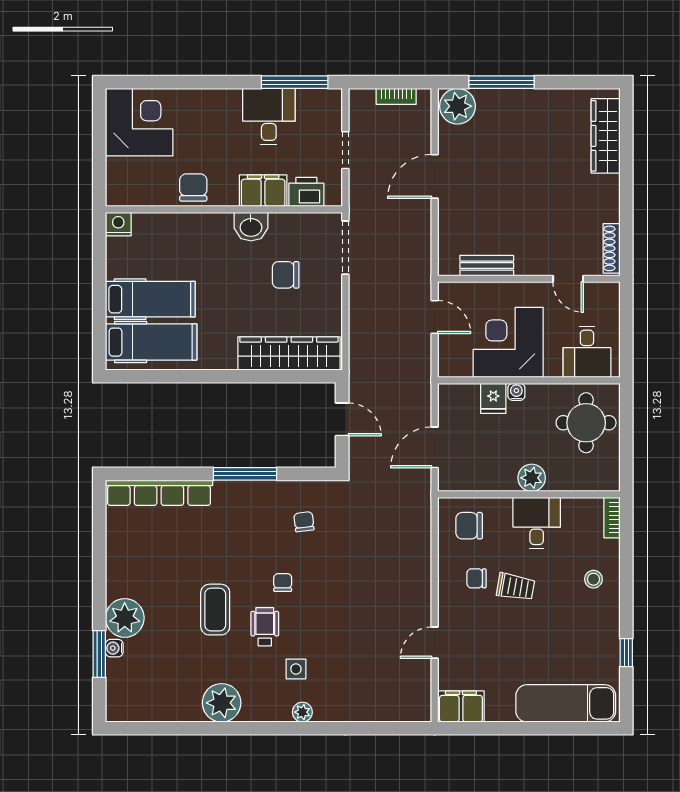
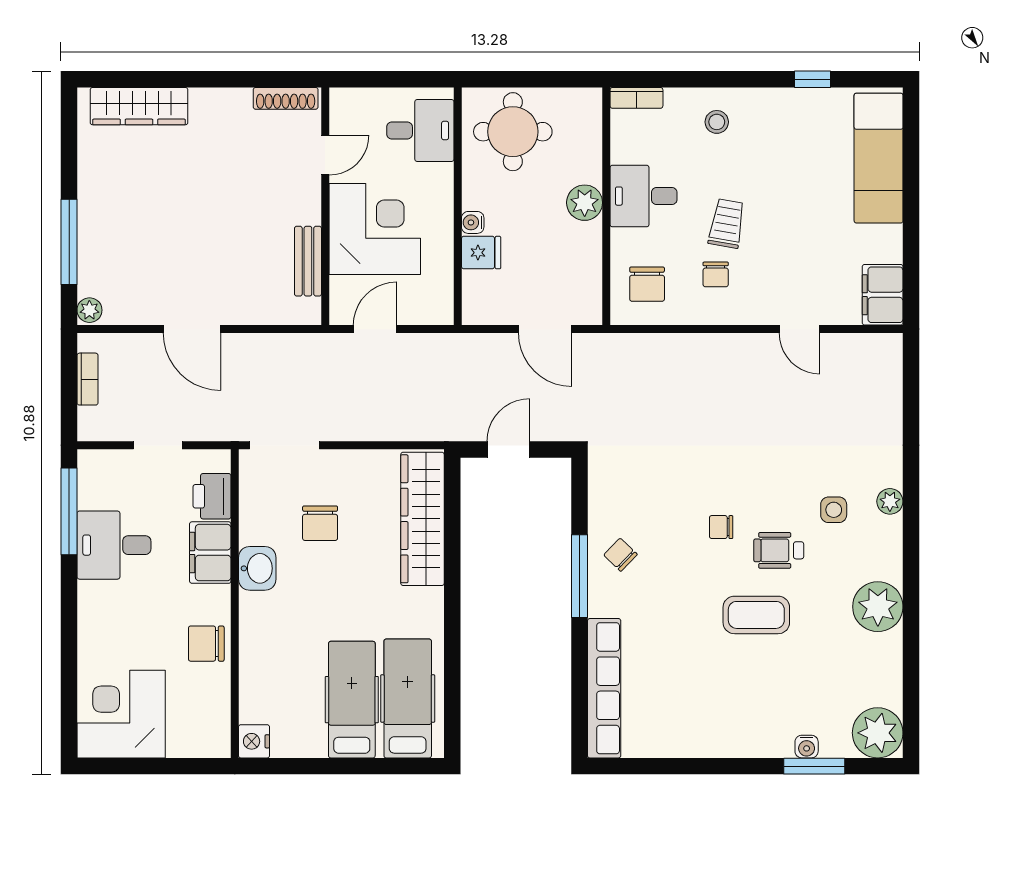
plant: (457, 106) -> (89, 310), width x0.53, depth x0.53
corner desk: (508, 342) -> (375, 229), moved, turned 180
chair: (304, 522) -> (620, 555), moved, turned 51
plant: (125, 618) -> (878, 733), moved

